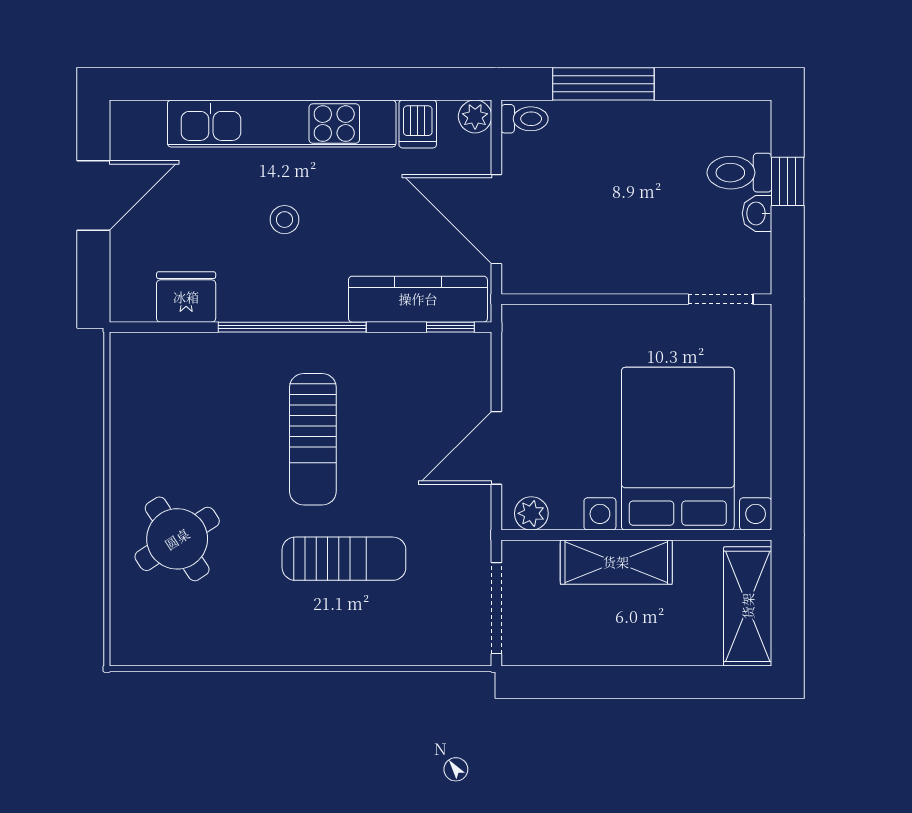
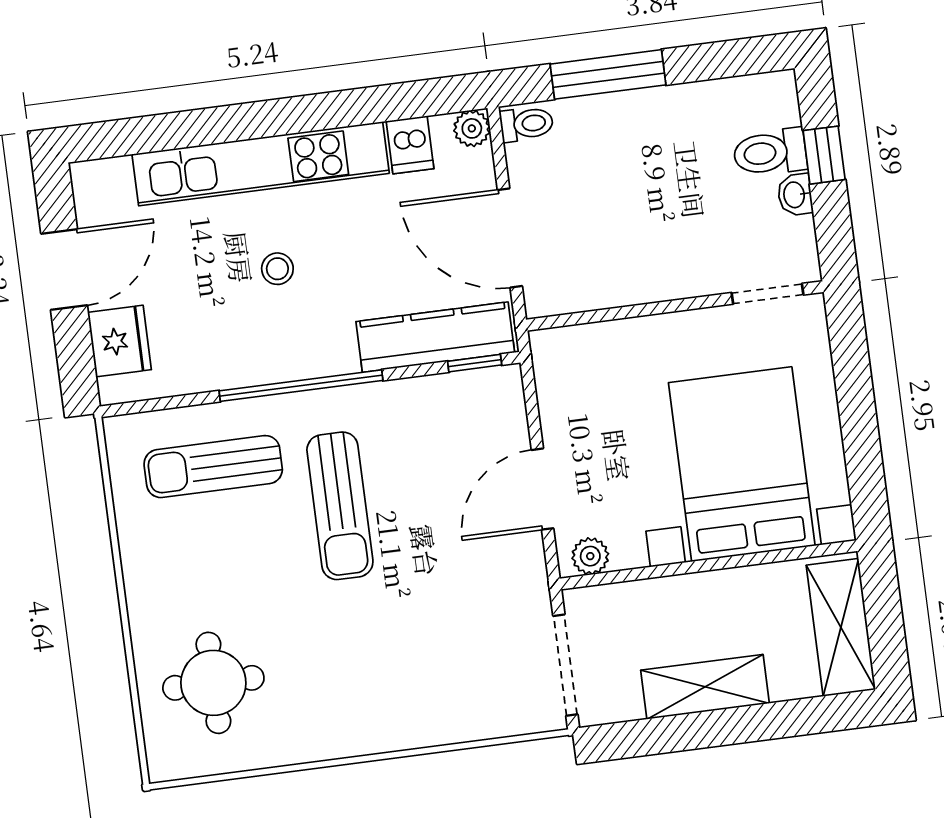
fridge: (186, 297) -> (119, 341), moved, turned 90
round table: (177, 539) -> (213, 683), moved, turned 33
sun lounger: (344, 559) -> (213, 467), moved, turned 180
shelving: (616, 562) -> (705, 687), moved

